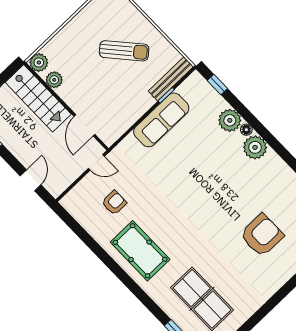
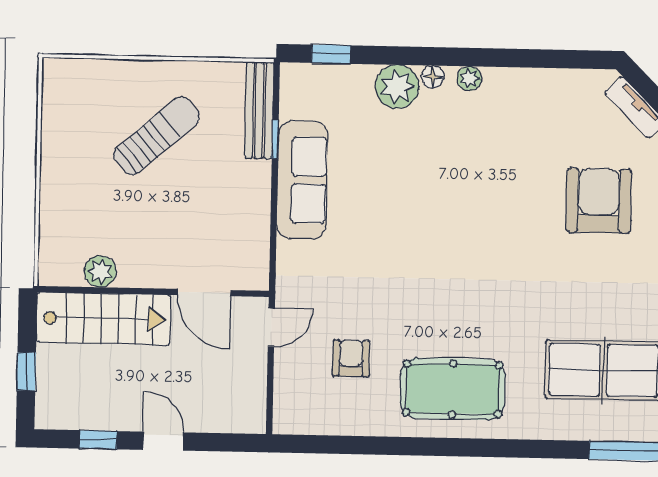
plant: (39, 63) -> (55, 269), removed
plant: (255, 147) -> (469, 78), width x0.53, depth x0.53
door: (31, 180) -> (163, 441), moved

